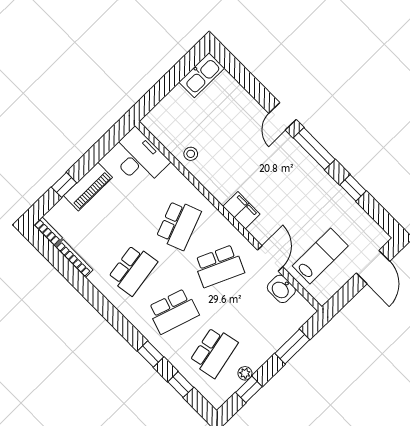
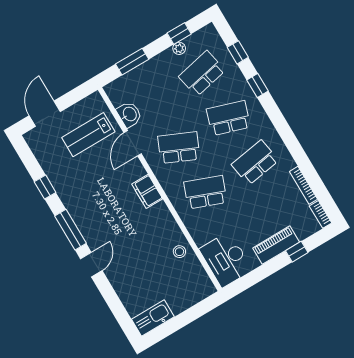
school desk: (179, 225) -> (205, 192), turned 42

